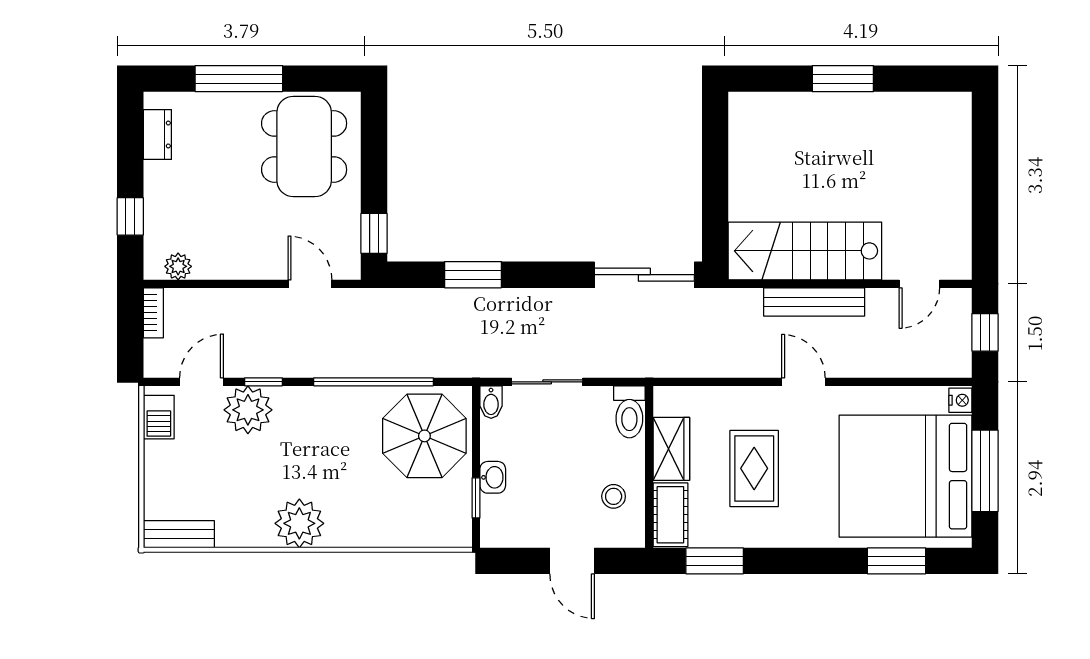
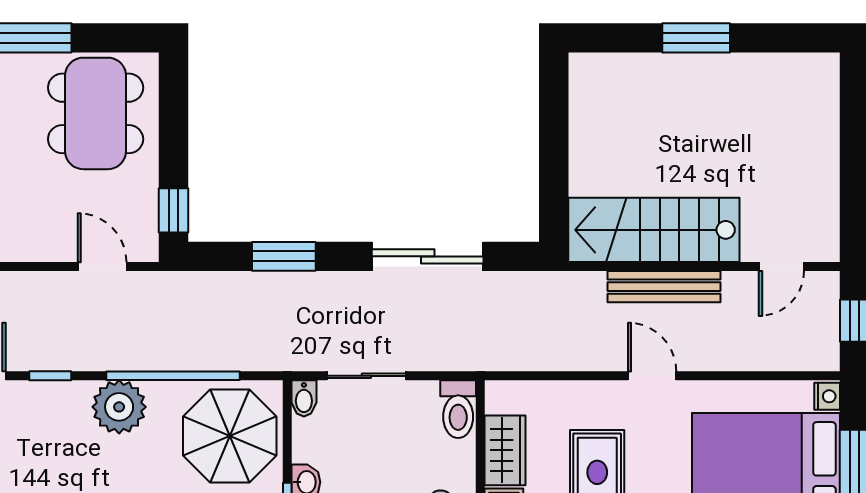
sliding door: (644, 275) -> (428, 256), moved
plant: (248, 410) -> (119, 407), moved

